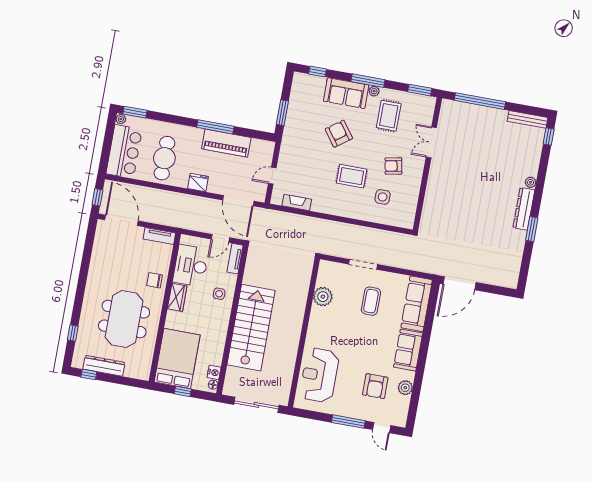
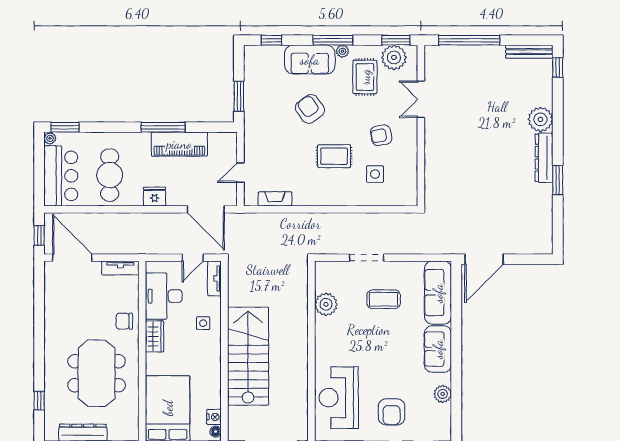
plant: (415, 104) -> (394, 57), added
plant: (531, 182) -> (540, 119), width x1.88, depth x1.88
coffee table: (371, 301) -> (384, 299), turned 90
armchair: (375, 386) -> (392, 412), moved

